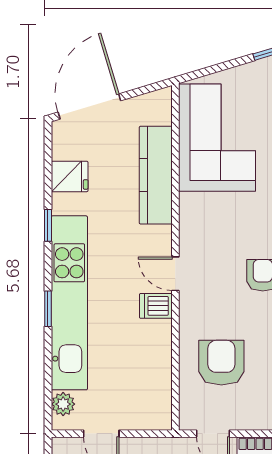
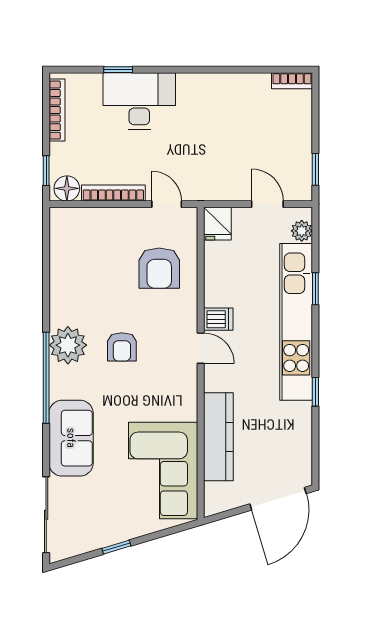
fridge: (70, 176) -> (217, 224), moved, turned -90
window: (48, 309) -> (315, 289), moved

